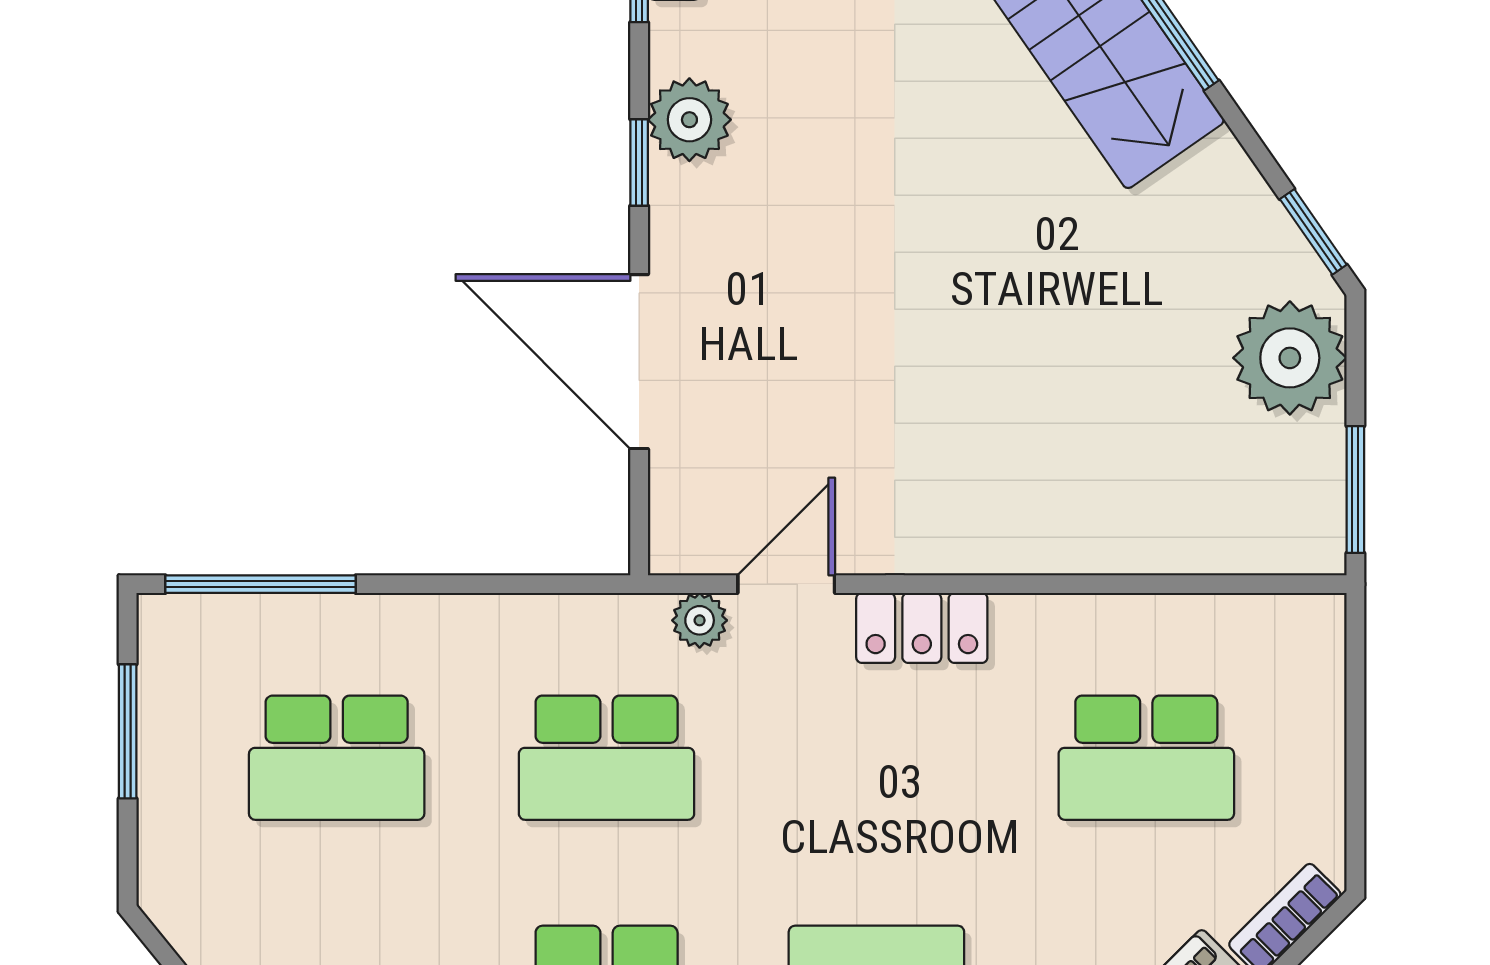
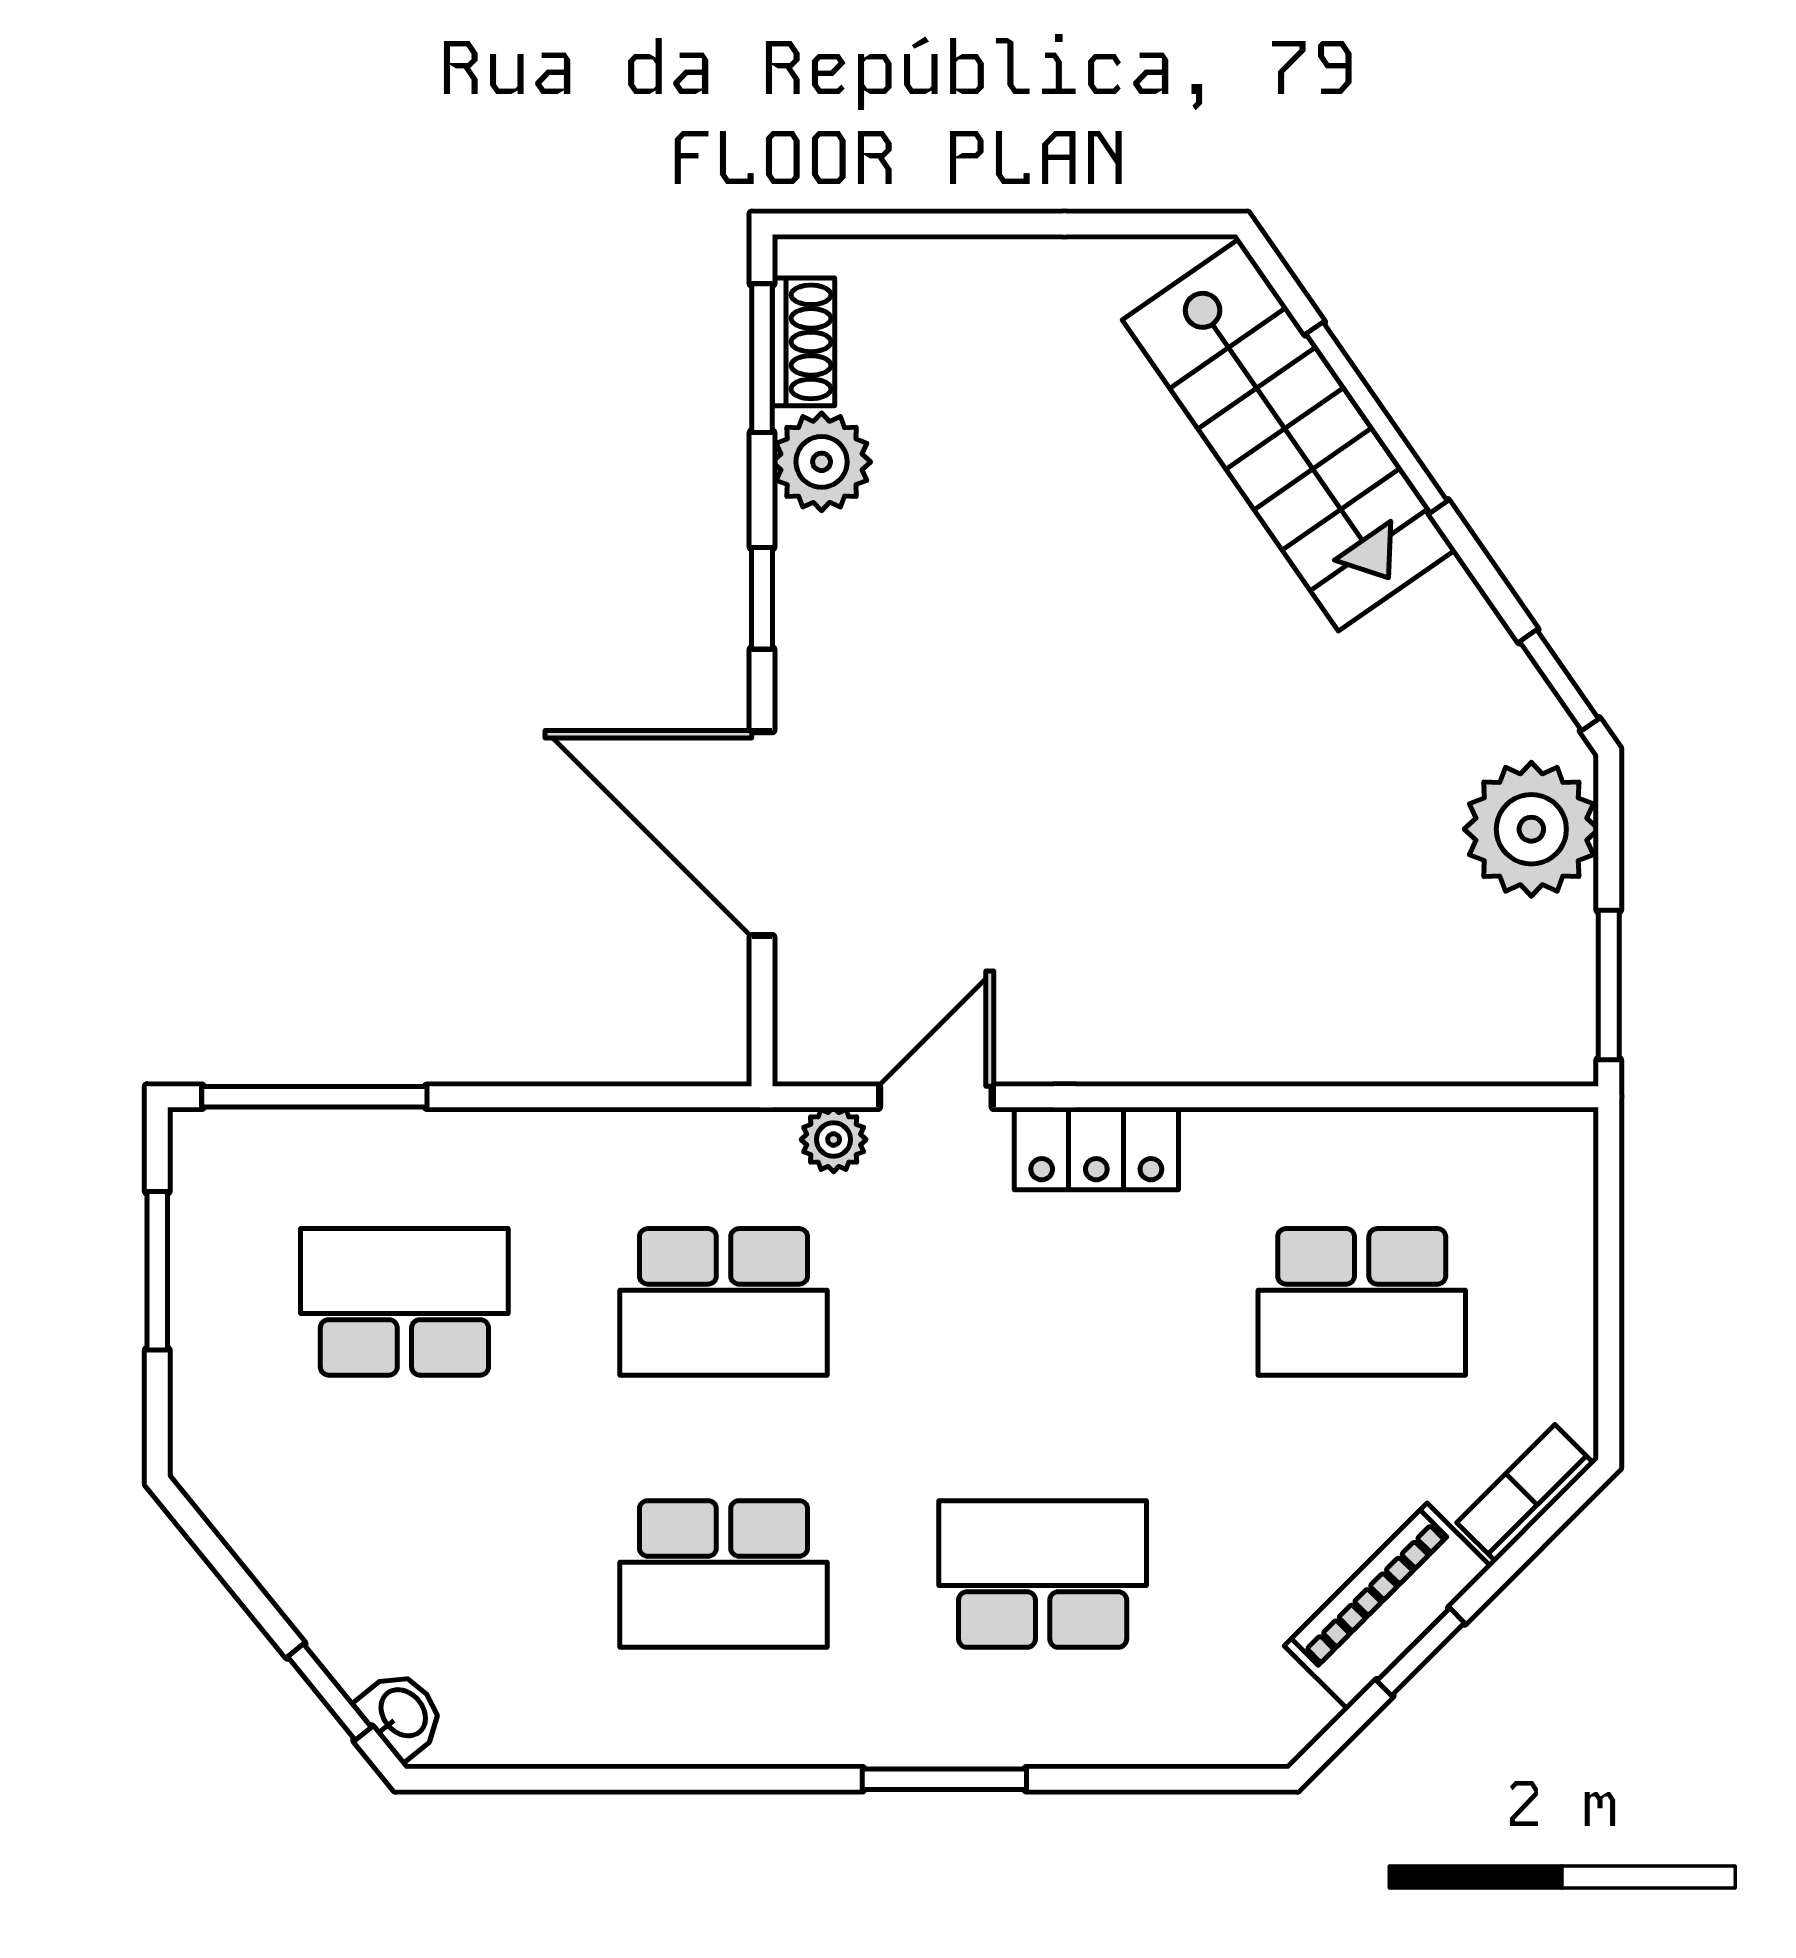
plant: (689, 120) -> (822, 462), moved
school desk: (337, 758) -> (404, 1302), turned 180

